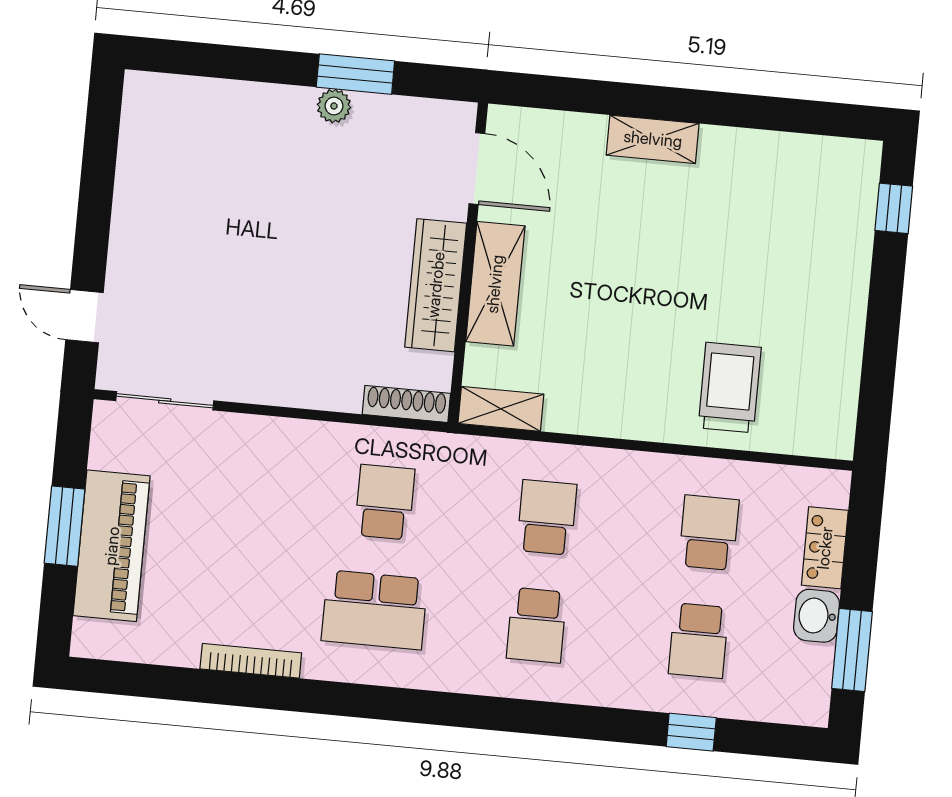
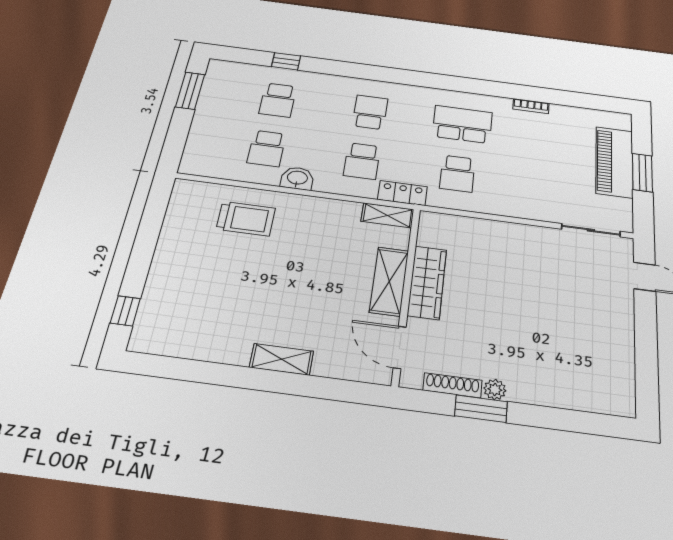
trolley: (730, 388) -> (246, 219), turned -90
shoe rack: (406, 404) -> (452, 385), moved, turned 180
locker: (825, 548) -> (402, 193), moved, turned -90
washbasin: (817, 616) -> (297, 178), moved, turned -90
school desk: (699, 641) -> (278, 100), turned 180
bookcase: (251, 661) -> (531, 106), width x0.64

